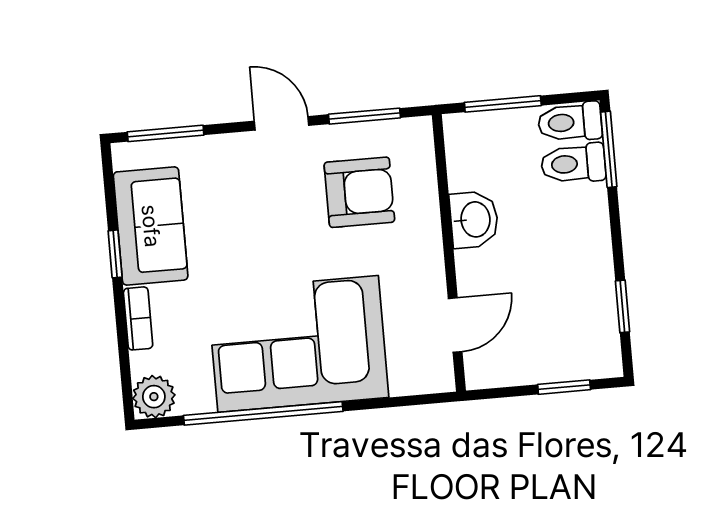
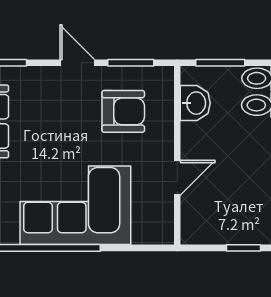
washbasin: (474, 220) -> (195, 103), moved
door: (455, 325) -> (177, 178), moved

